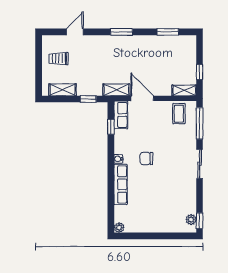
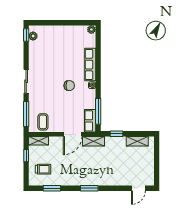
door: (75, 32) -> (138, 188), moved
trolley: (59, 59) -> (43, 169), moved
door: (142, 98) -> (73, 134), hinge flipped
window: (111, 127) -> (98, 111), width x2.17

